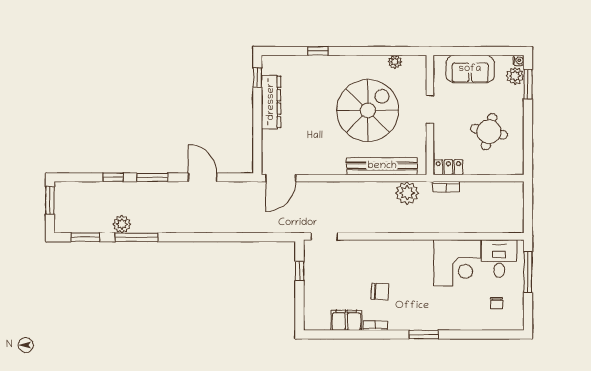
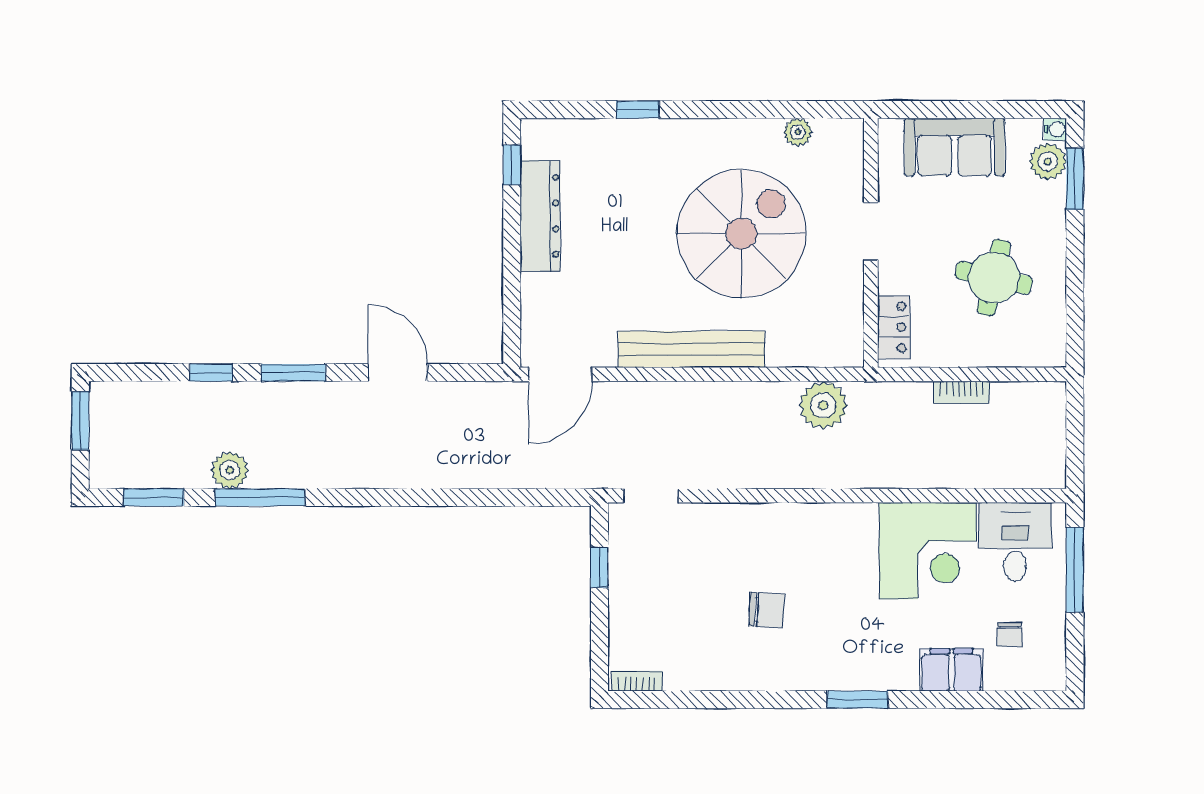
bench: (382, 166) -> (691, 349), moved
locker: (448, 167) -> (894, 327), moved, turned 90
bookcase: (446, 187) -> (961, 392), moved
filing cabinet: (346, 320) -> (951, 670), moved
bookcase: (375, 326) -> (637, 681), moved

